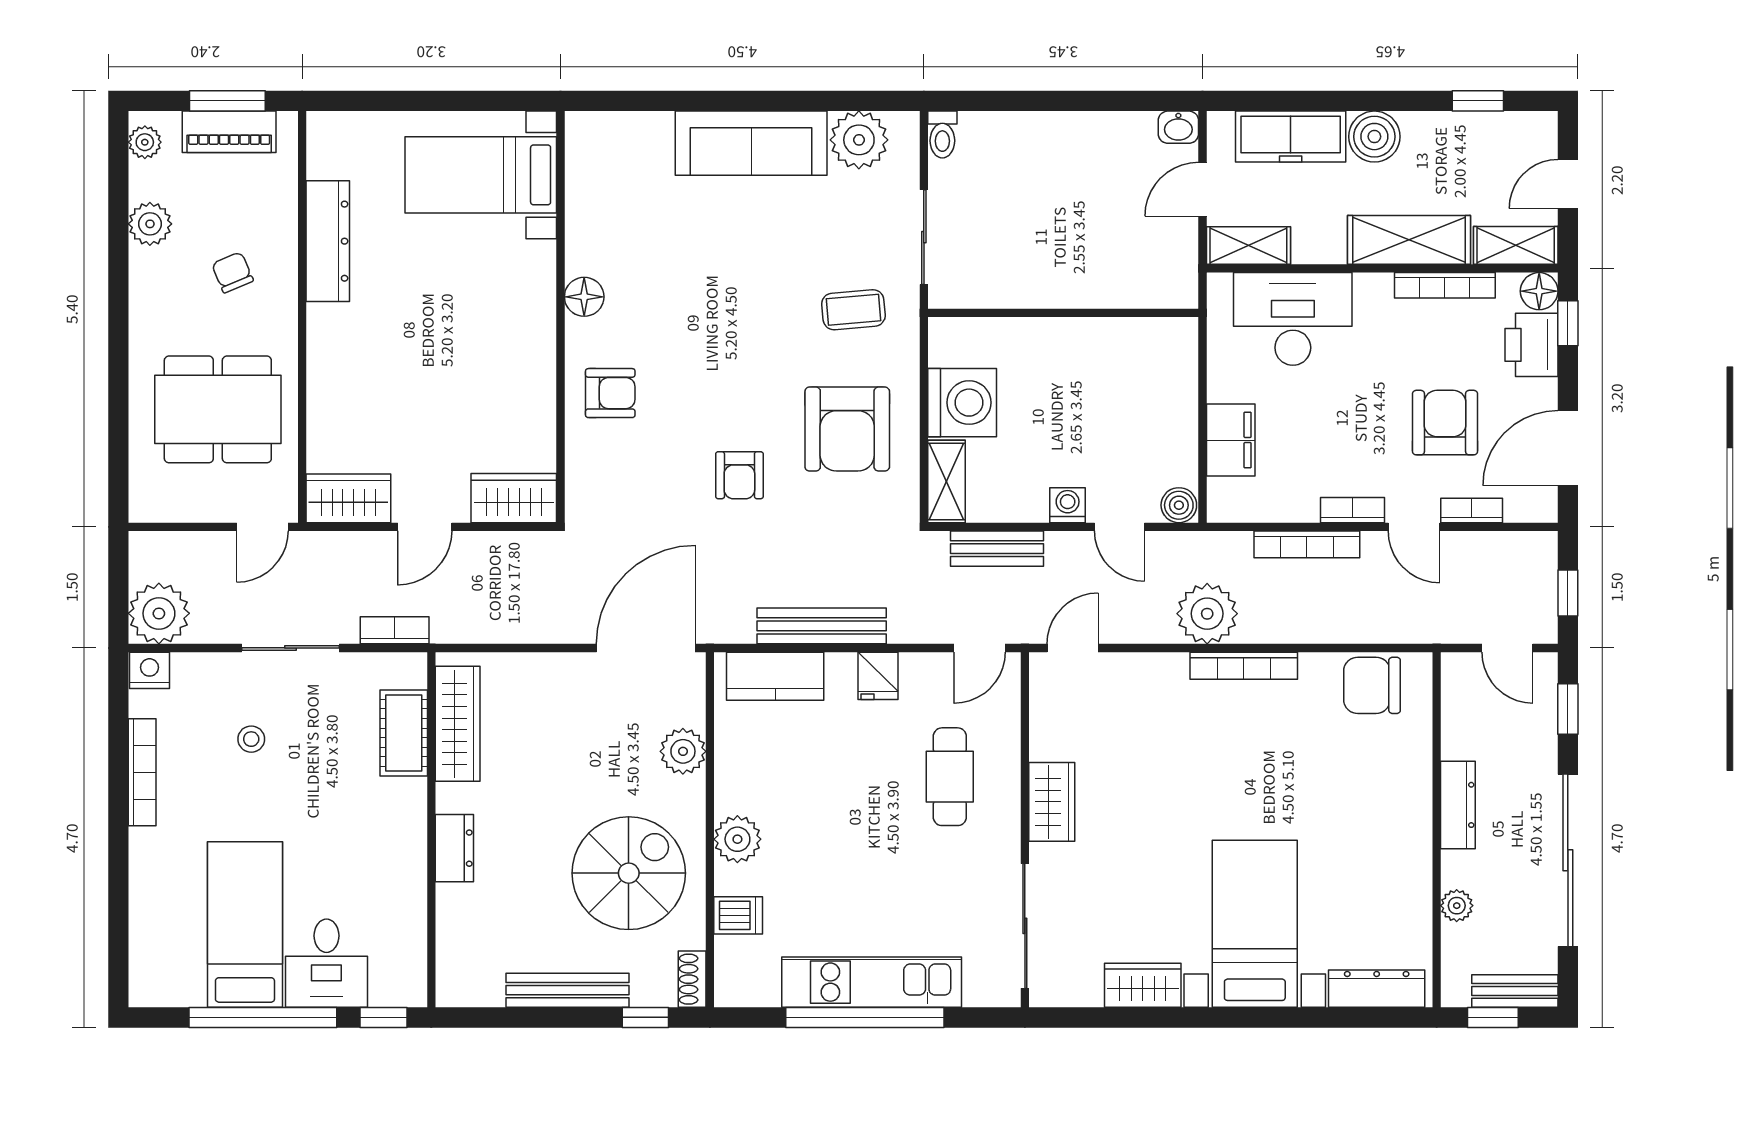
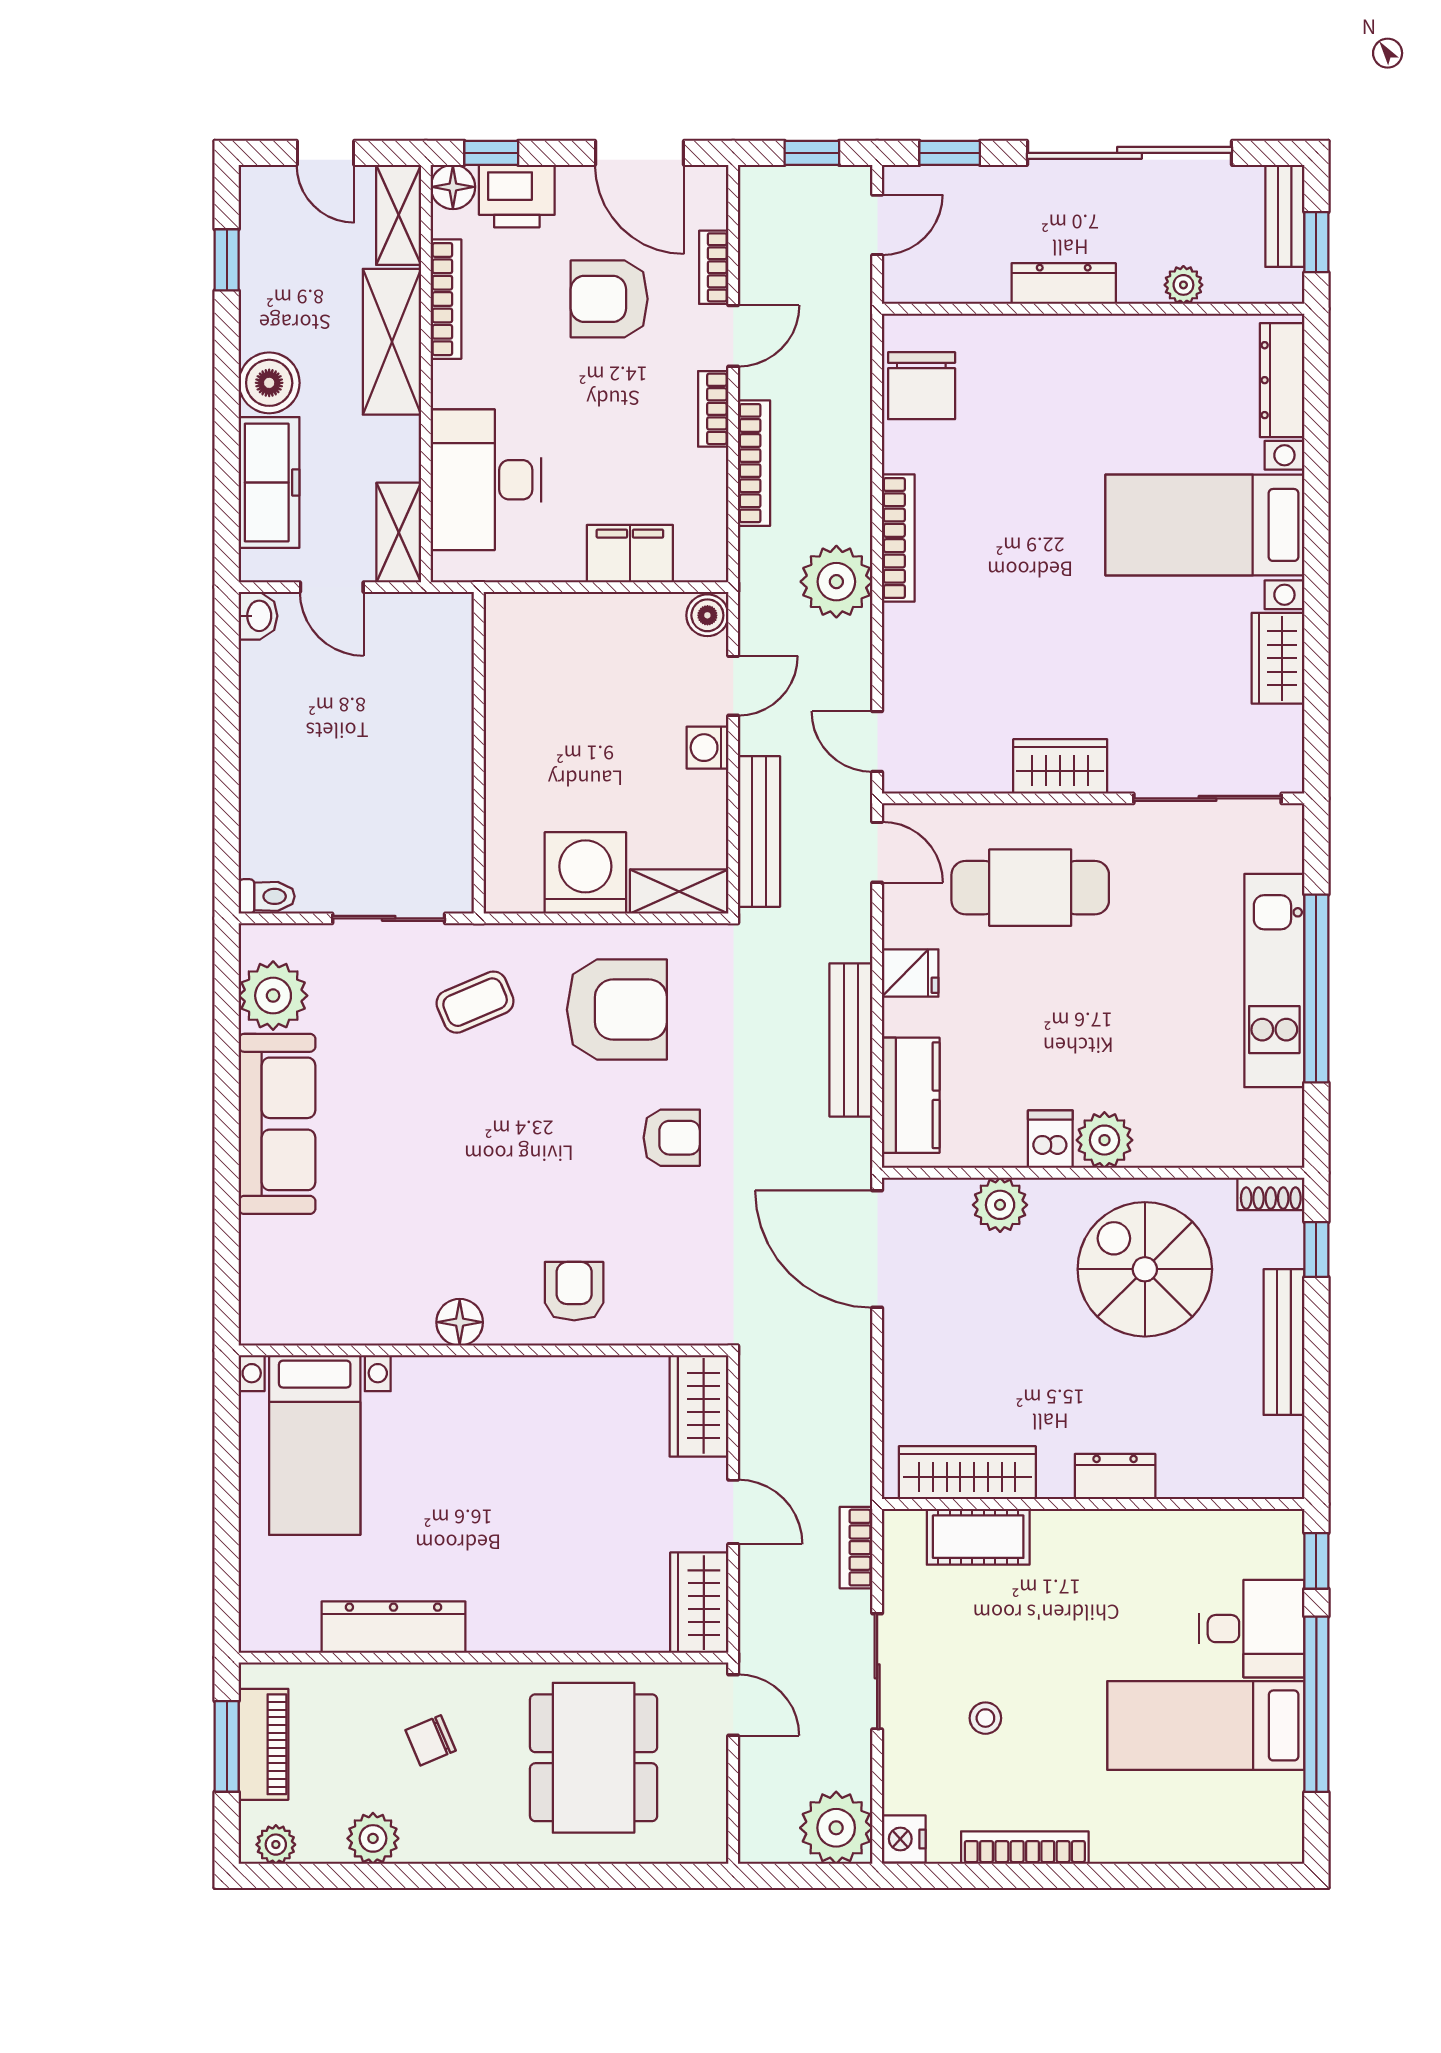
coffee table: (853, 310) -> (475, 1002), turned 72
bench: (997, 549) -> (759, 831), width x1.36
cafe table: (950, 777) -> (1030, 888), width x1.37, depth x1.35
dishwasher: (738, 915) -> (1050, 1139), moved

